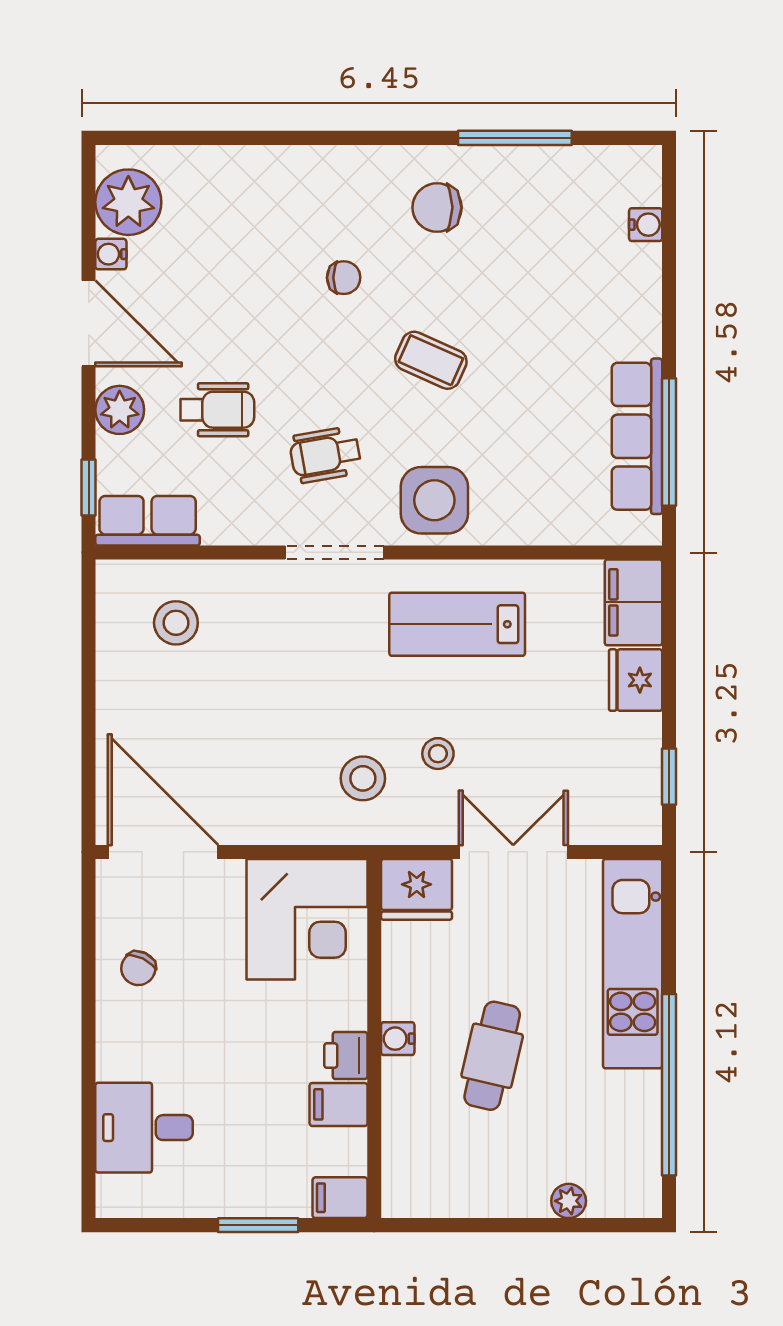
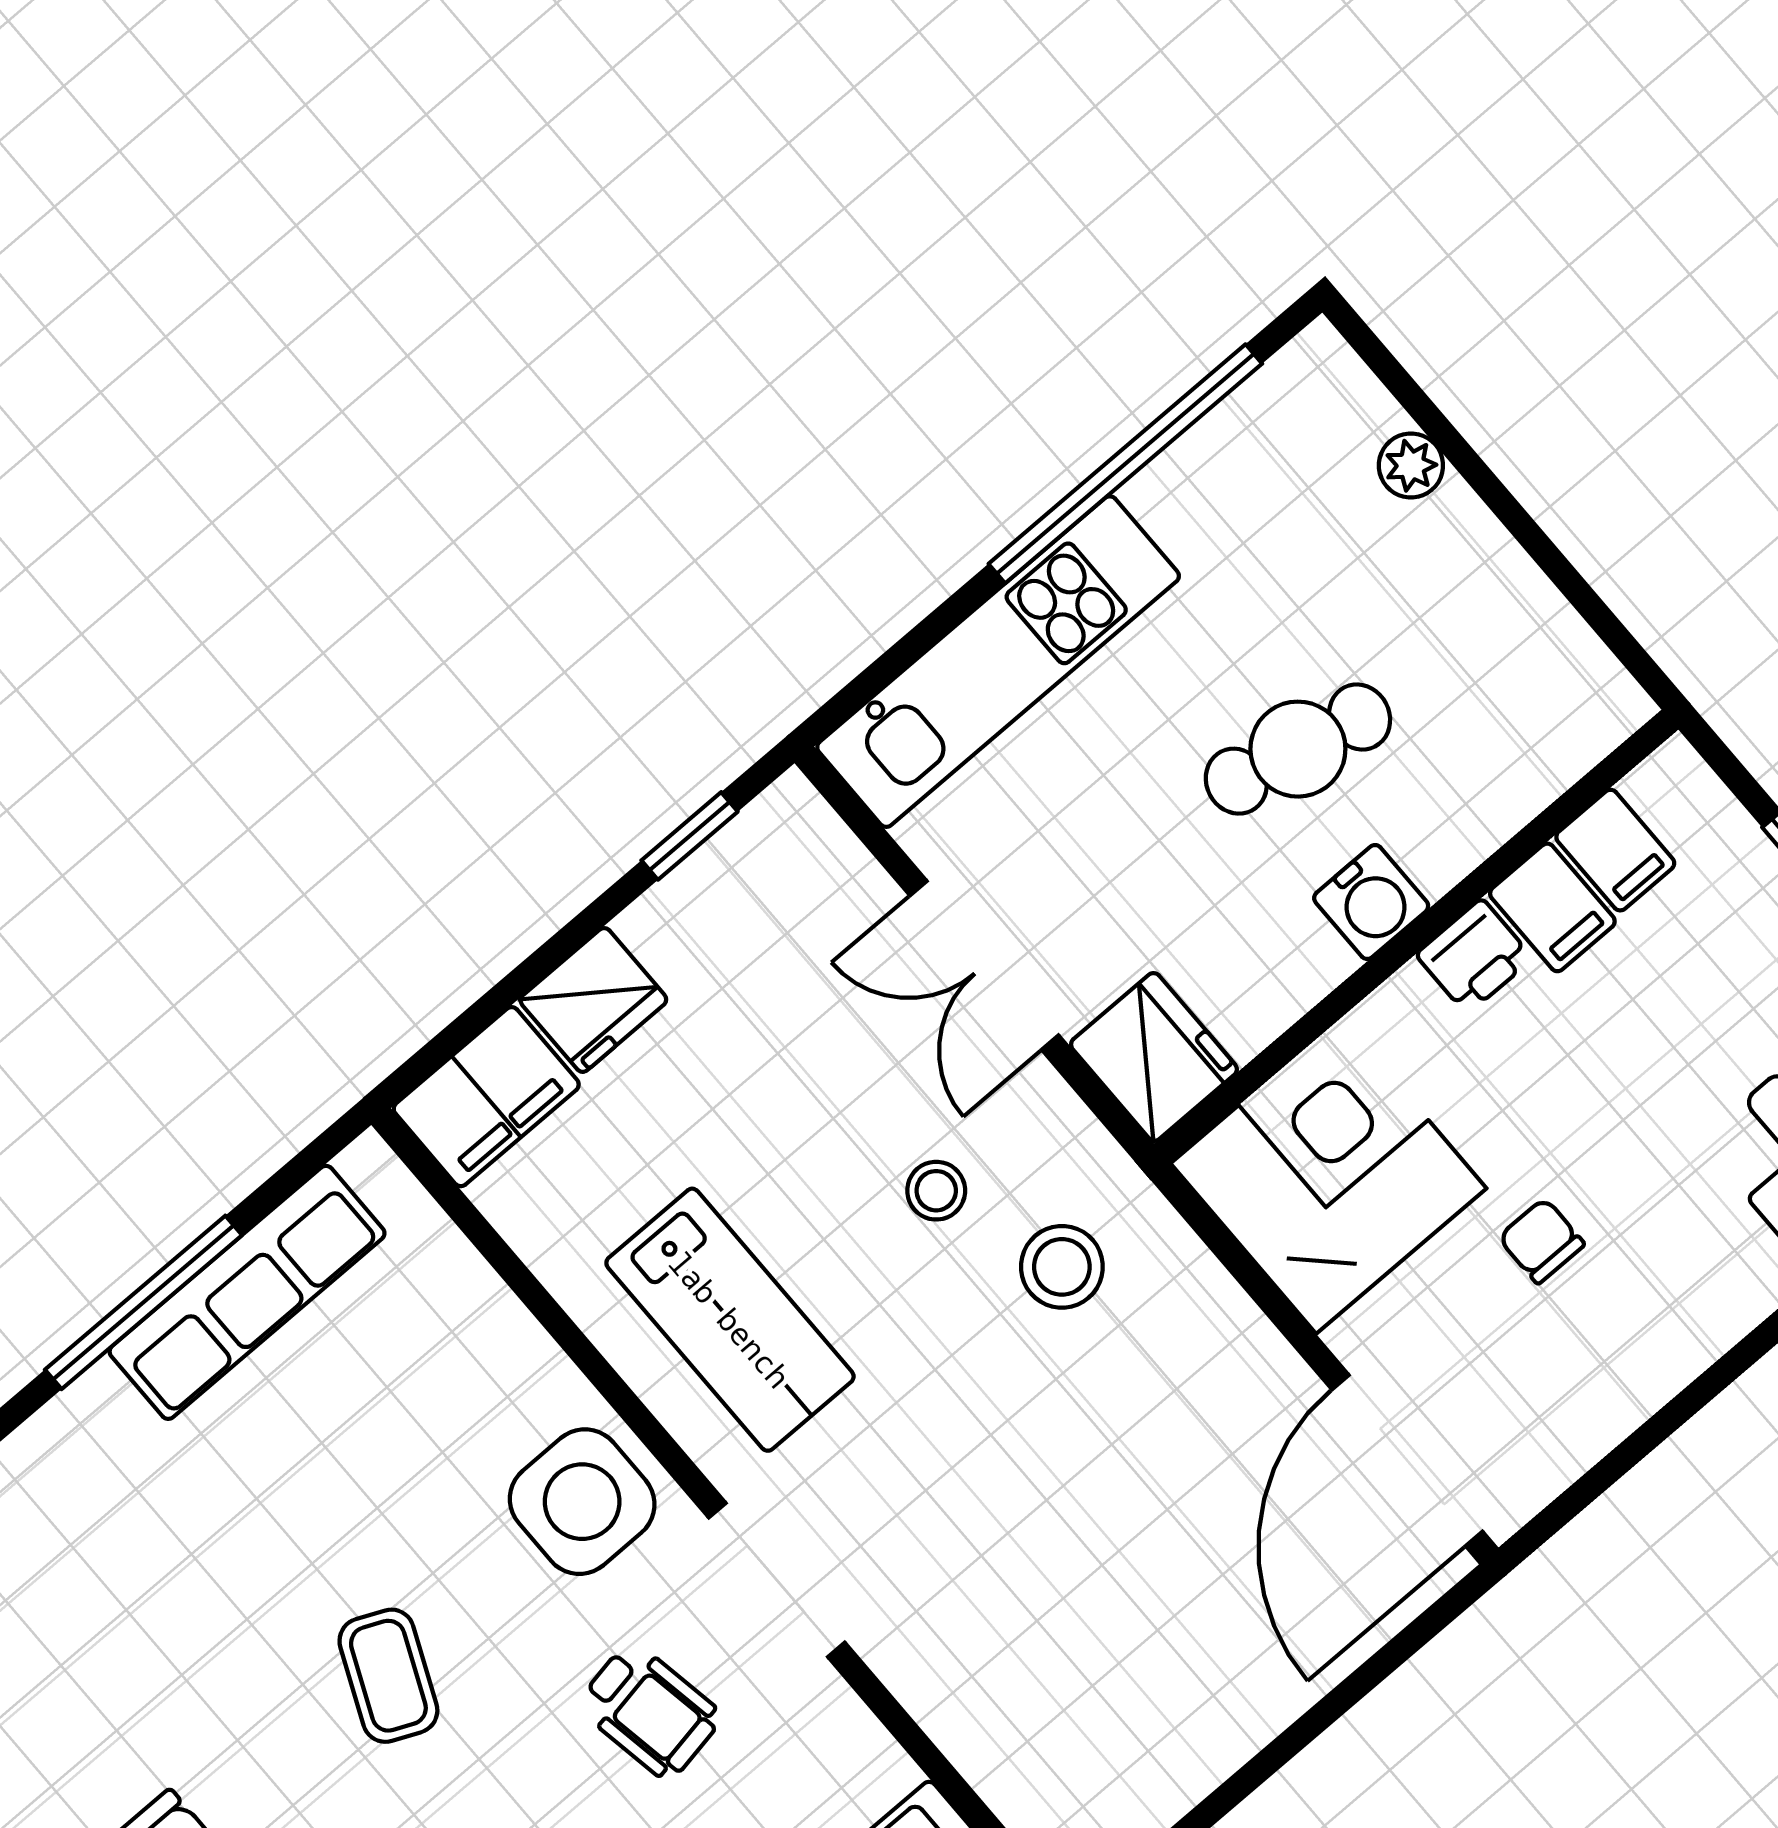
window: (669, 442) -> (143, 1302), moved
stool: (176, 623) -> (1068, 1719), removed
chair: (138, 968) -> (1541, 1241), moved, turned -116
water cooler: (398, 1039) -> (1371, 902), width x1.38, depth x1.38
filing cabinet: (340, 1198) -> (1615, 850), moved

